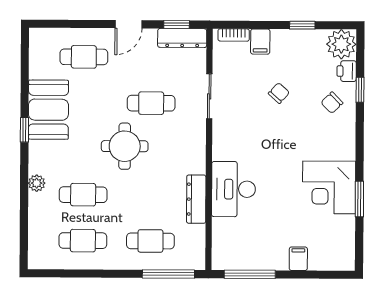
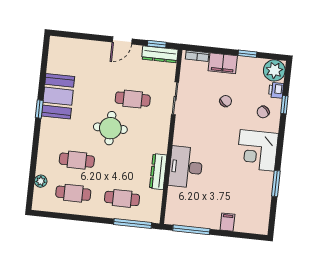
filing cabinet: (260, 42) -> (223, 63), width x2.00
cafe table: (84, 57) -> (87, 61), removed
plant: (37, 183) -> (41, 181), moved
corner desk: (329, 187) -> (257, 150), moved

